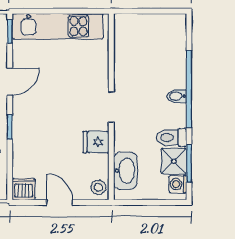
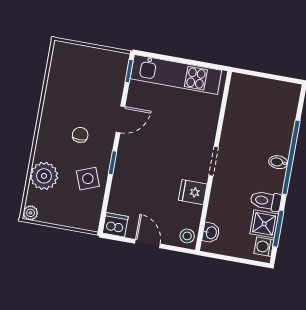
washbasin: (125, 171) -> (211, 233), width x0.52, depth x0.69

